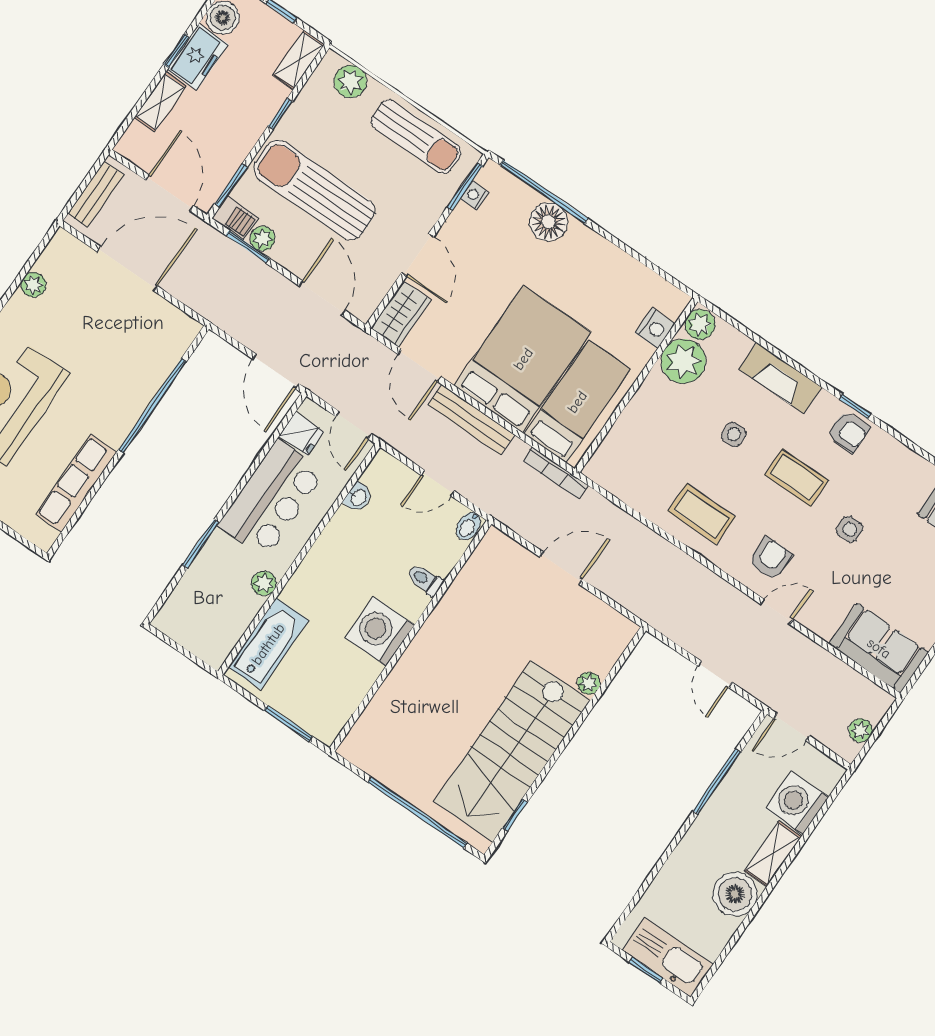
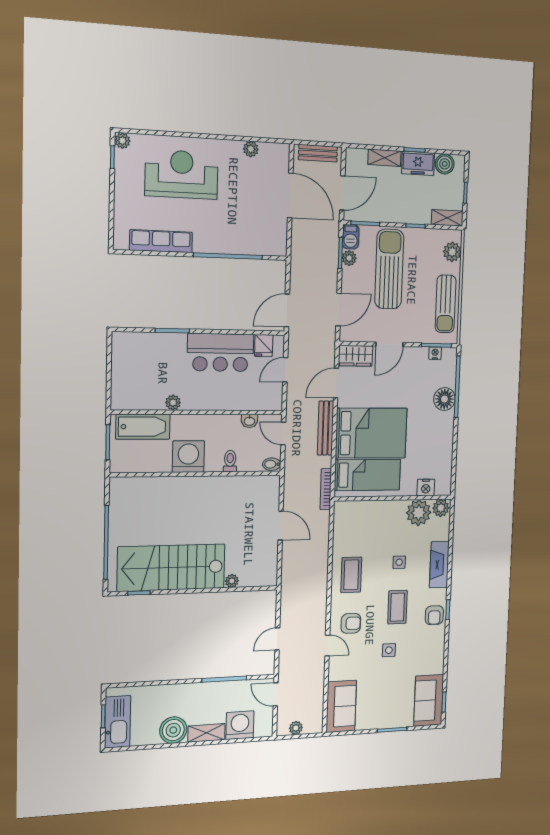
washbasin: (358, 497) -> (249, 421), moved
wall: (299, 559) -> (198, 412), moved
plant: (264, 583) -> (173, 403), moved
bathtub: (268, 644) -> (143, 427), moved

